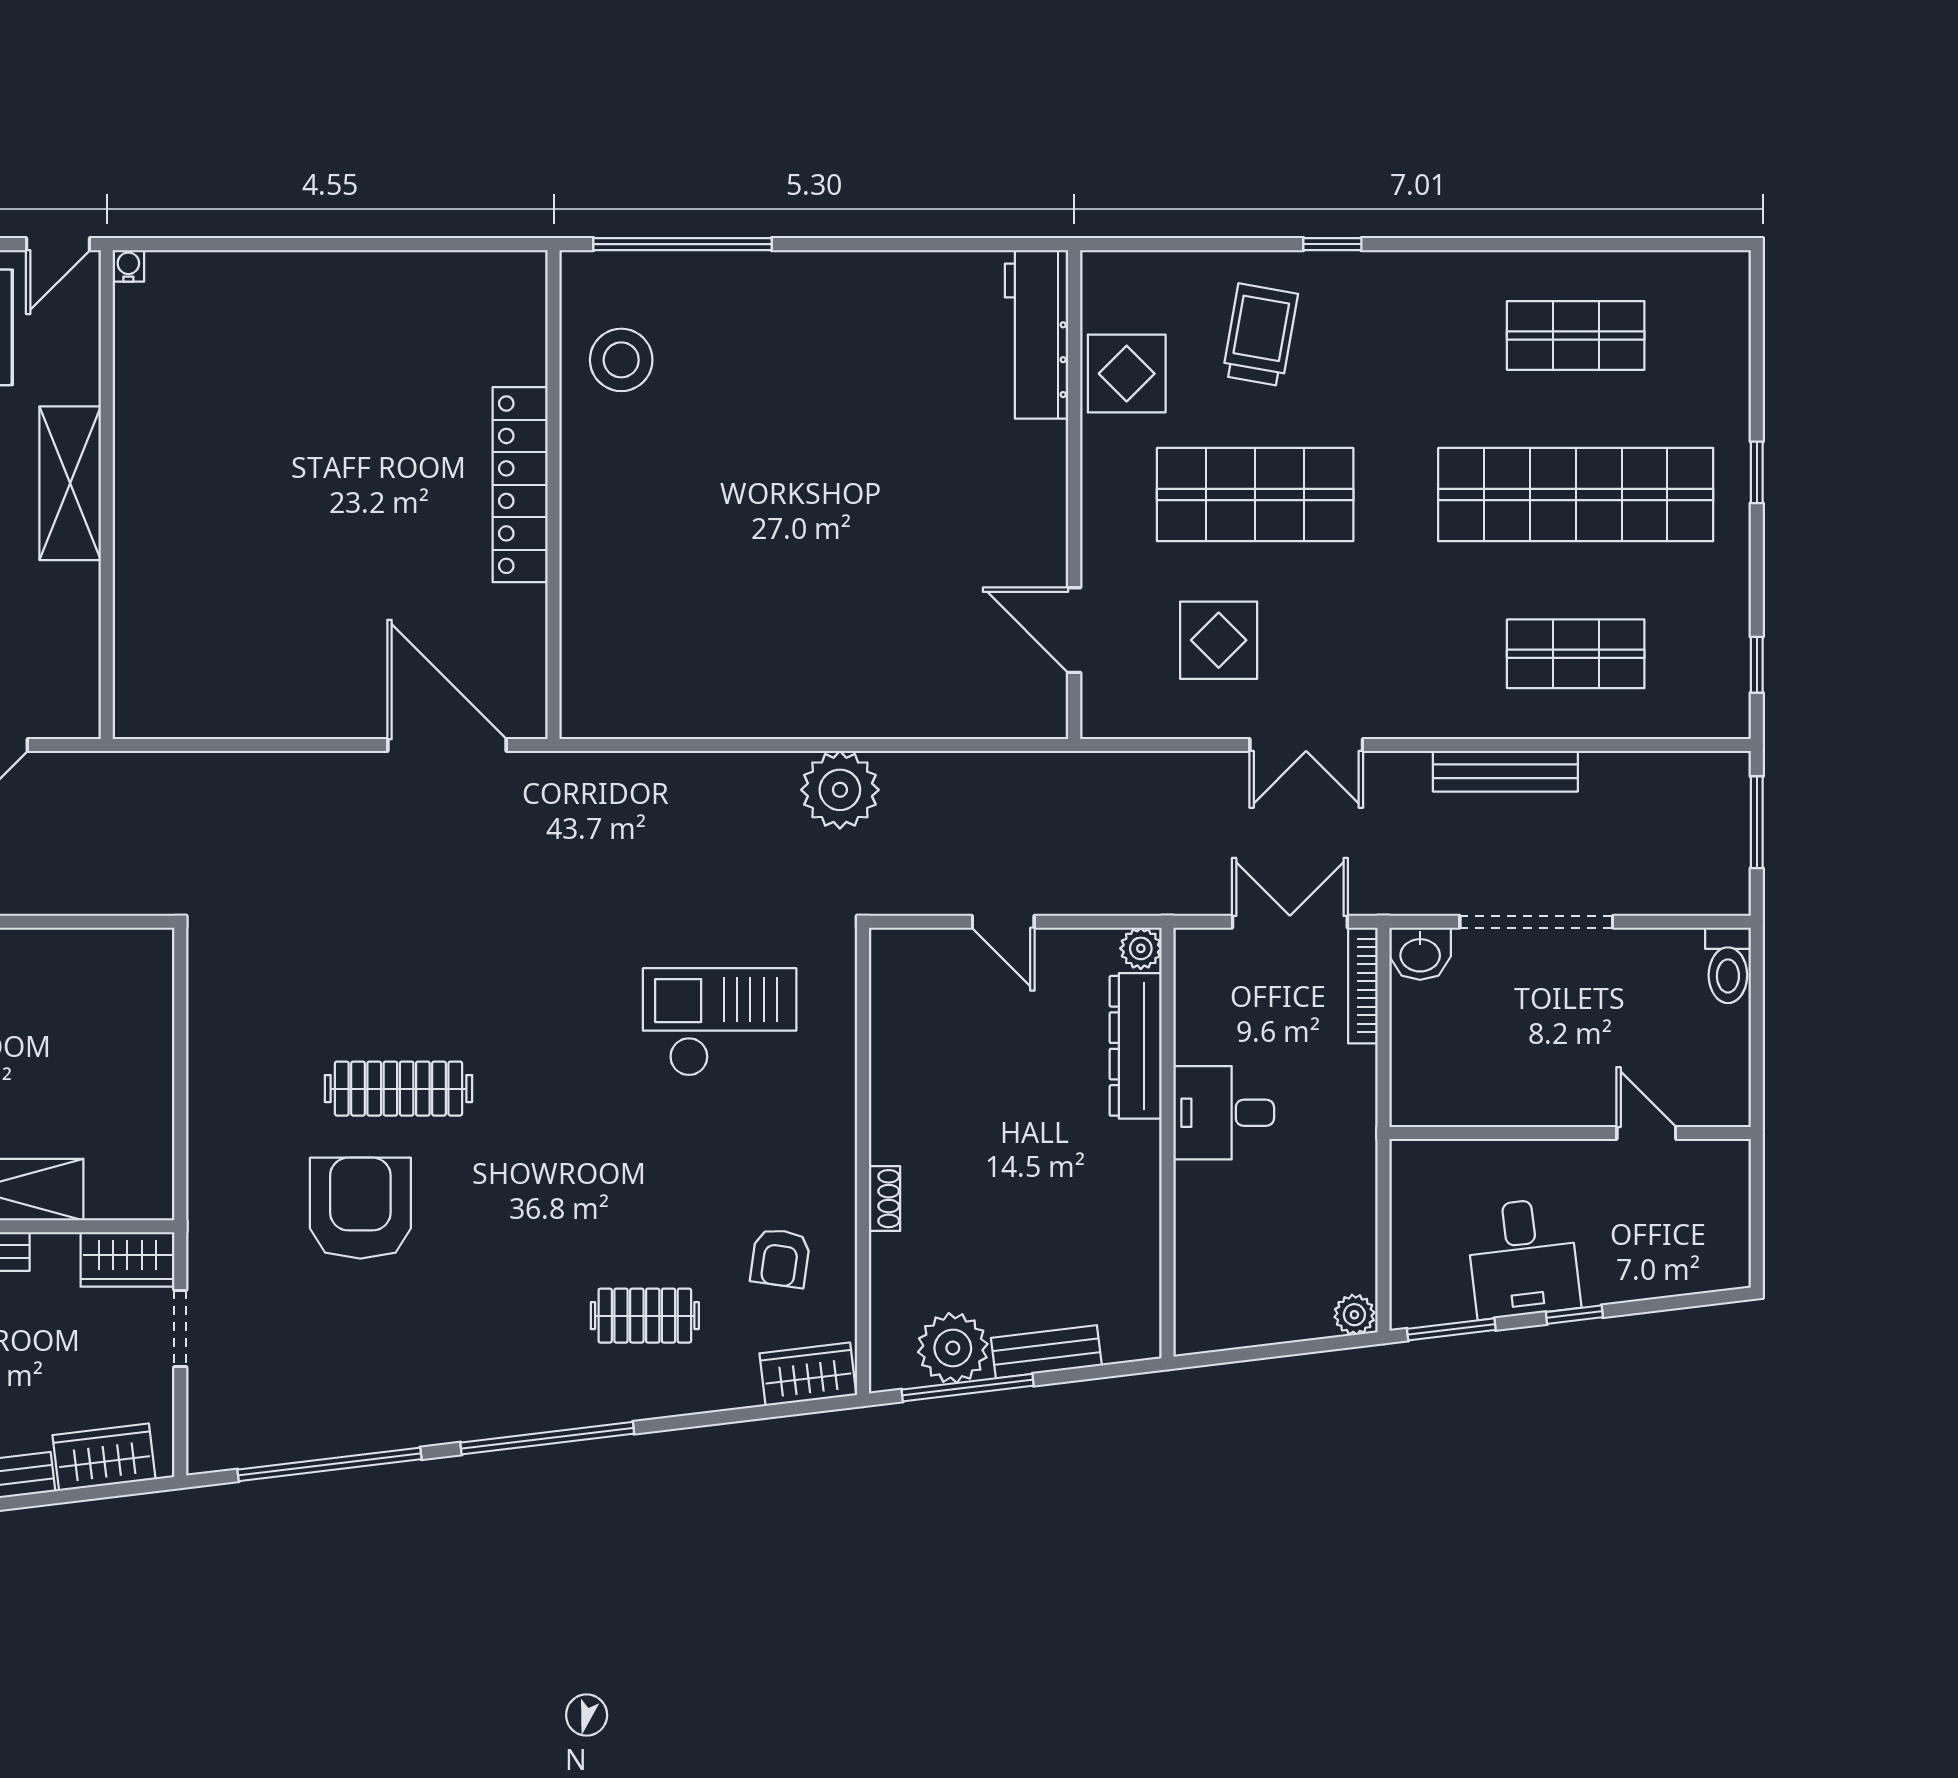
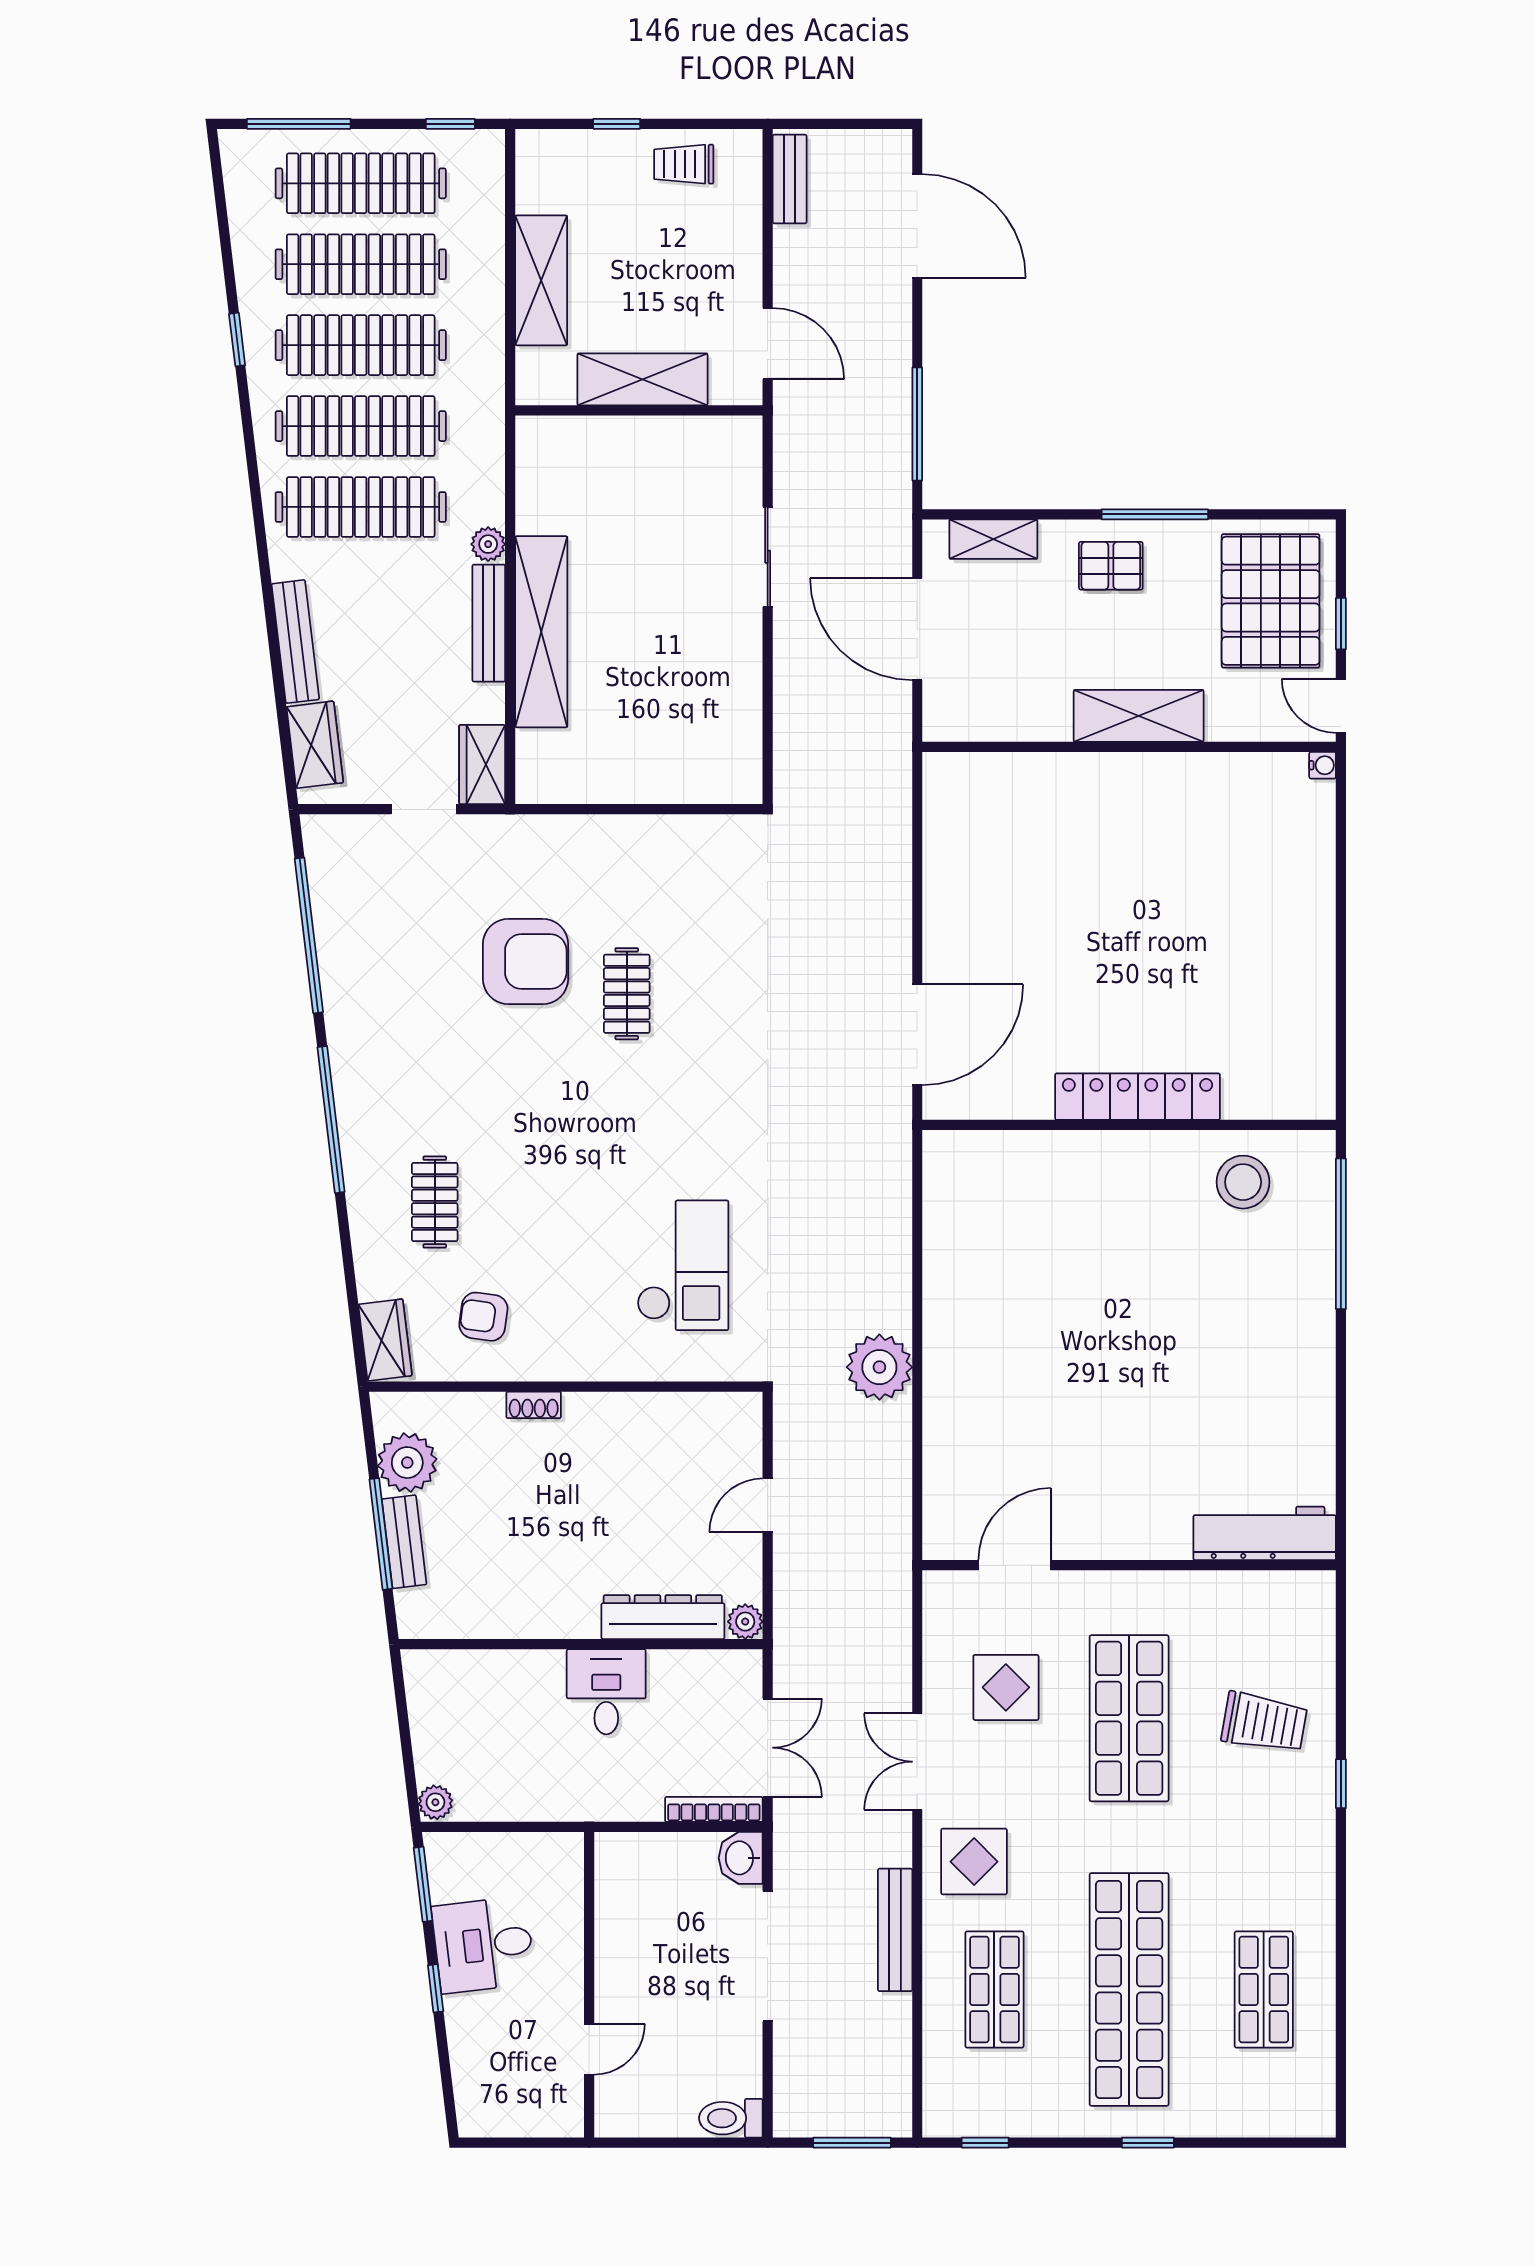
display table: (1127, 374) -> (974, 1862), moved
clothes rail: (399, 1089) -> (627, 994), width x0.73
window: (968, 1388) -> (381, 1534), moved

